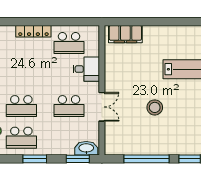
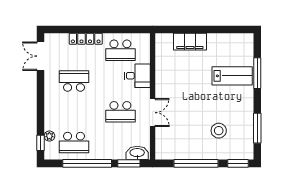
filing cabinet: (125, 34) -> (190, 42), moved
school desk: (21, 106) -> (74, 81), moved, turned 180
stool: (155, 107) -> (219, 131), moved
window: (35, 159) -> (87, 163), width x2.11

